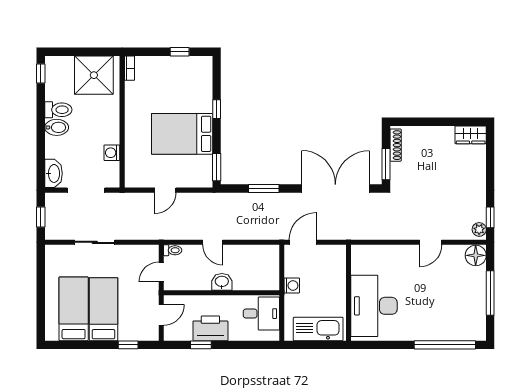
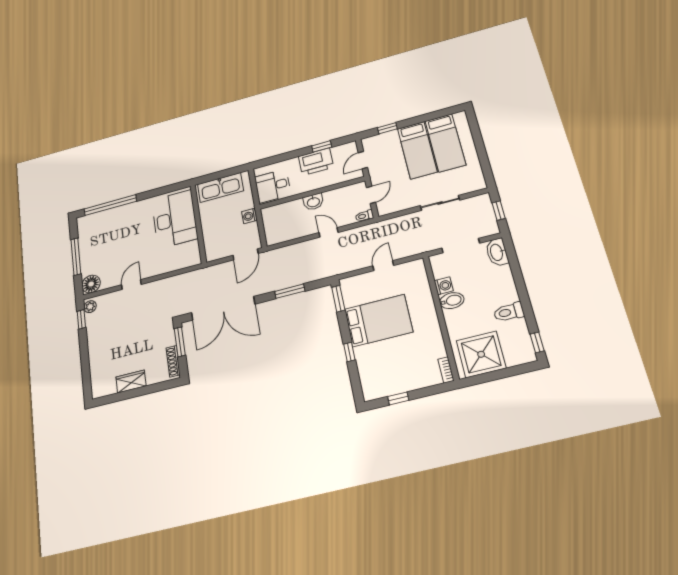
bidet: (57, 127) -> (452, 301), moved, turned 180
wardrobe: (471, 135) -> (131, 381), moved

